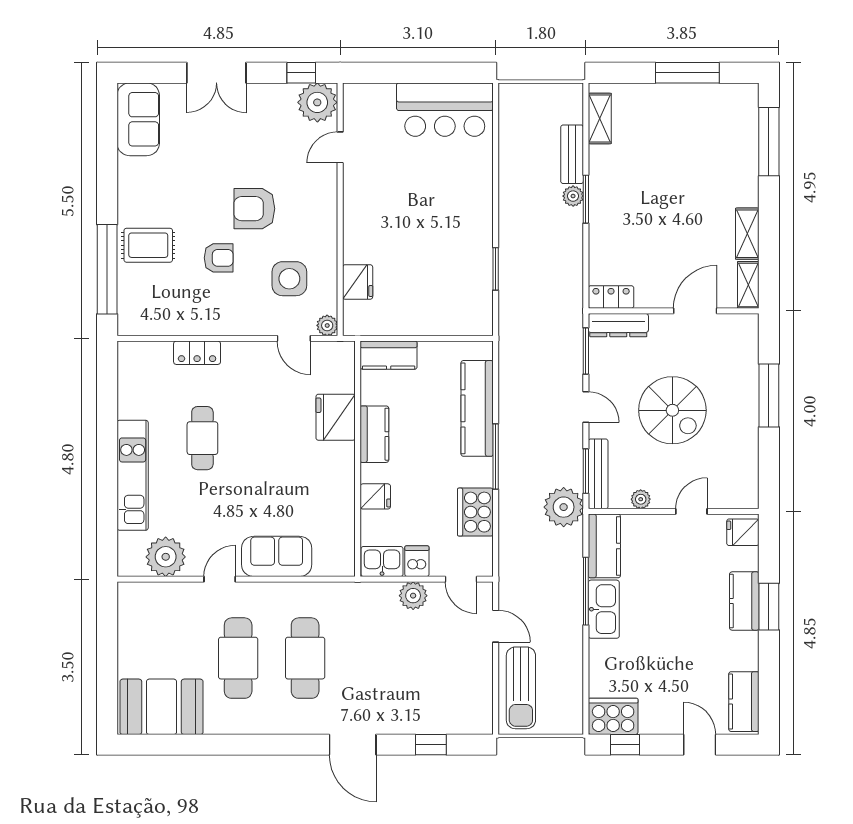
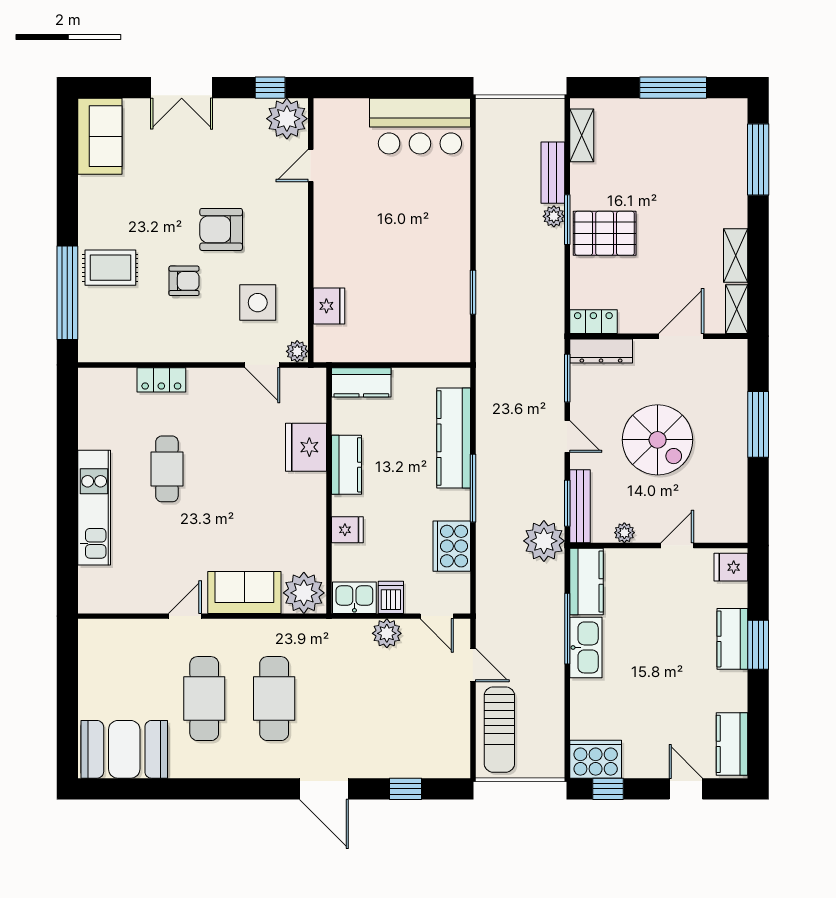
pallet: (622, 212) -> (605, 233), added
plant: (166, 557) -> (304, 593), moved

